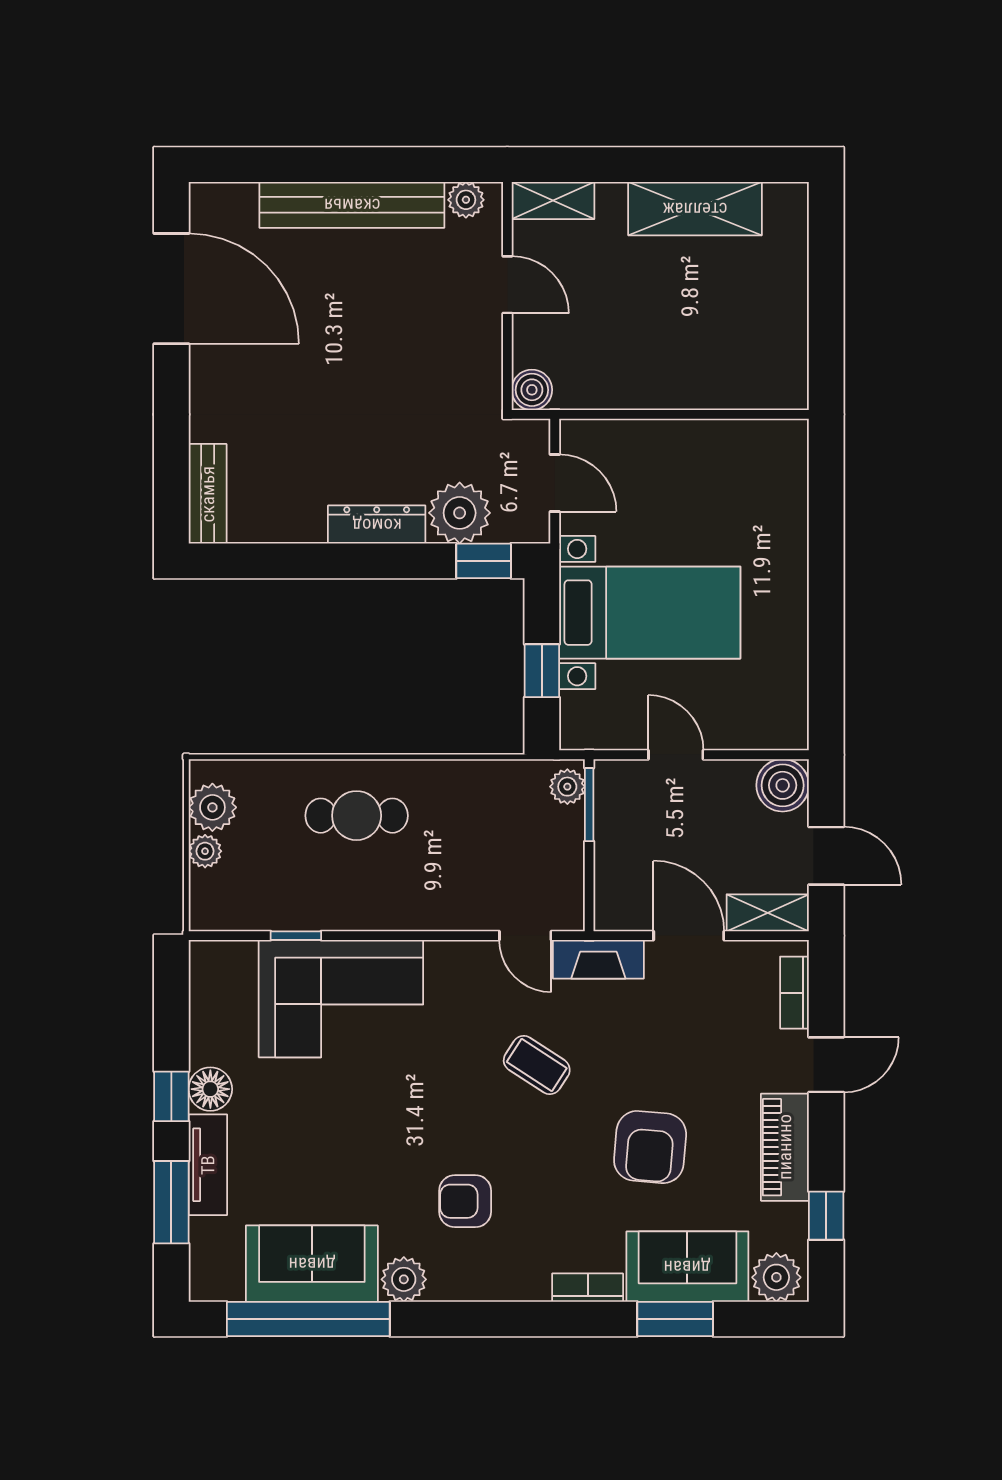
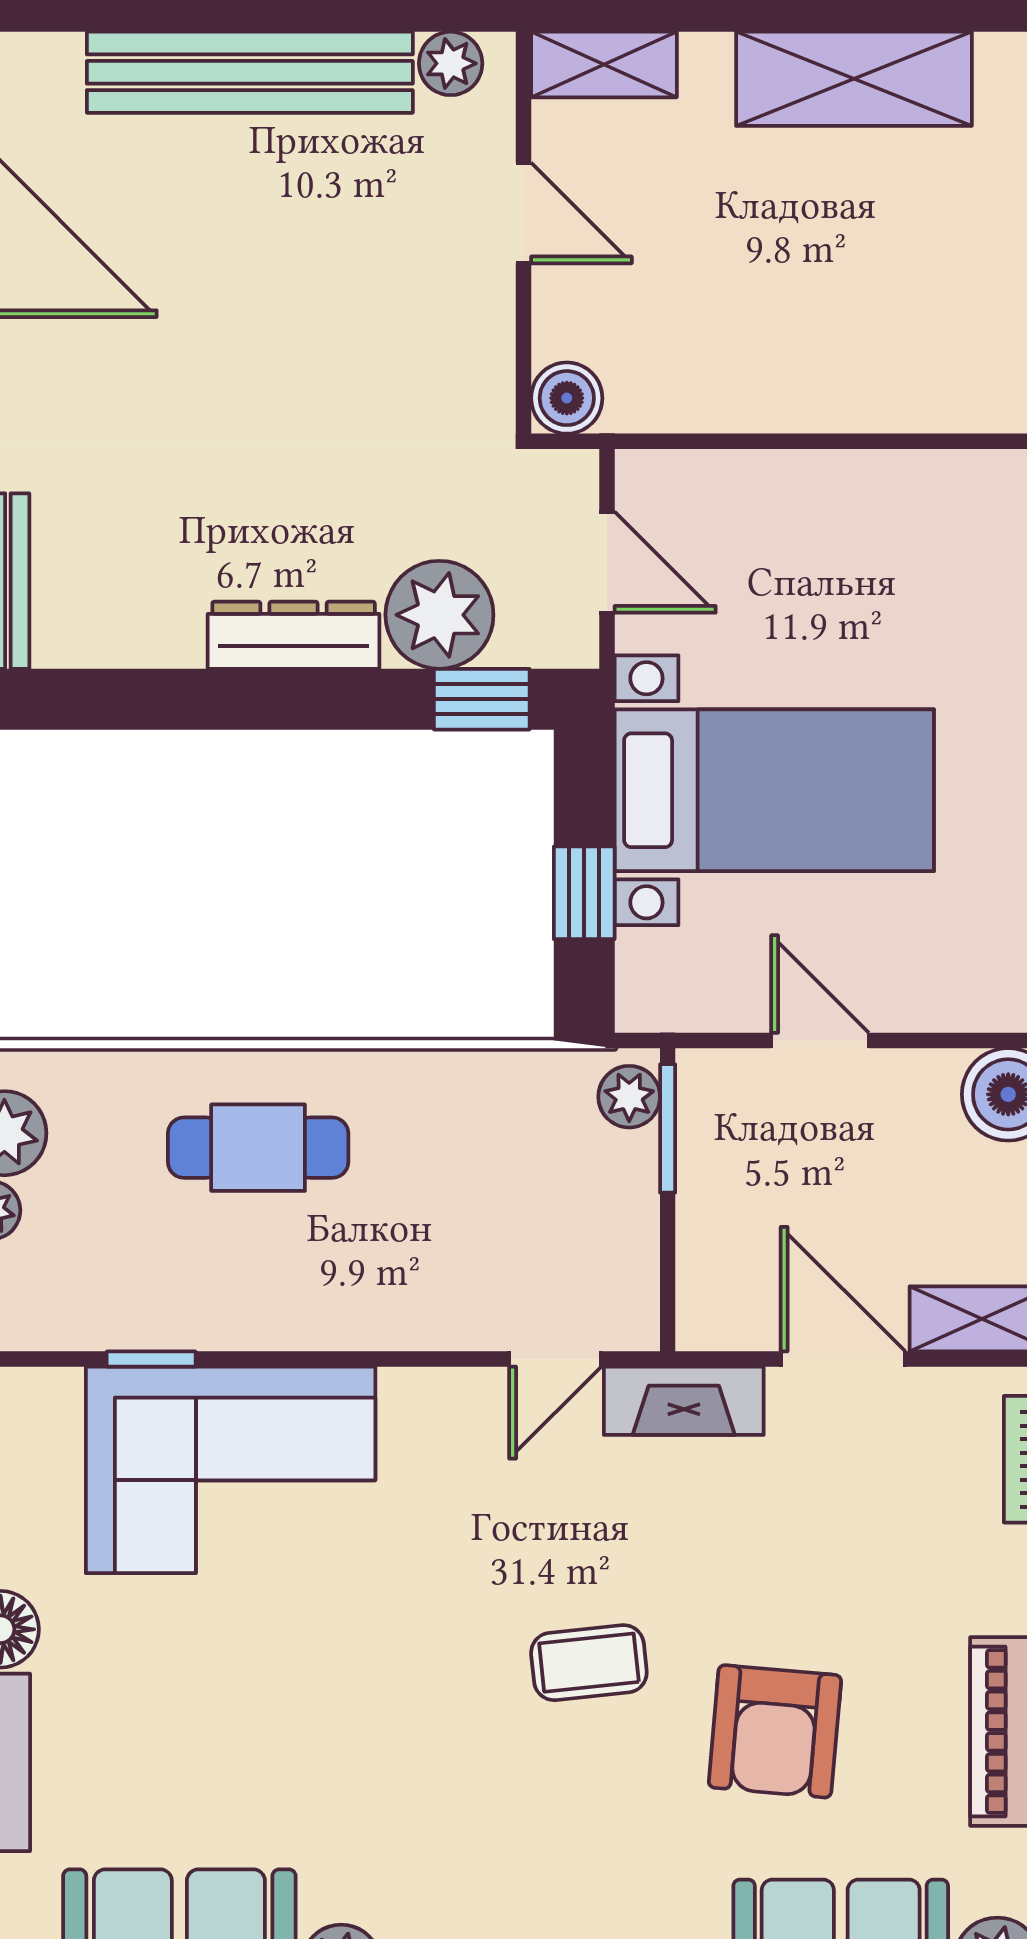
door: (525, 936) -> (555, 1359), hinge flipped
coffee table: (537, 1065) -> (589, 1663), moved, turned -39
armchair: (465, 1201) -> (449, 1827), removed

